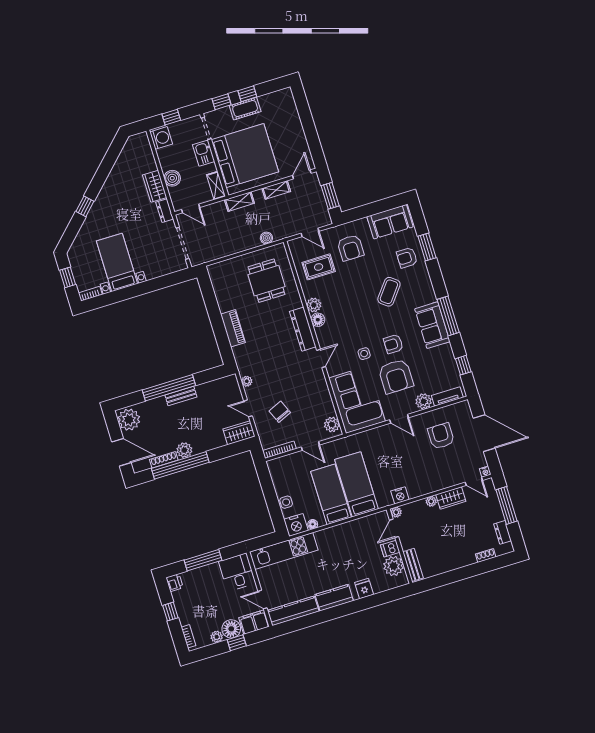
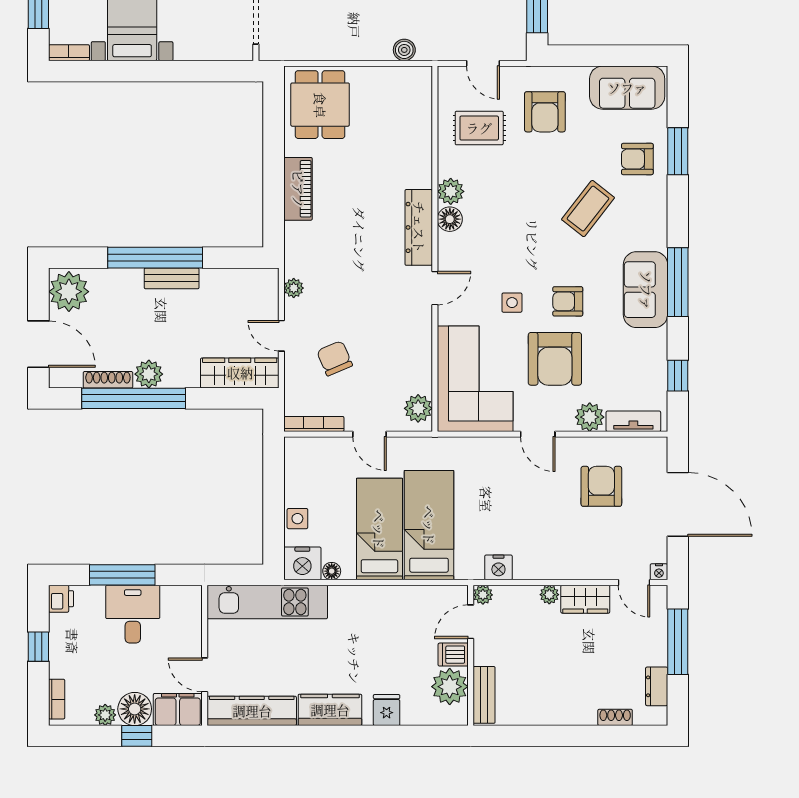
dining table: (266, 281) -> (320, 105), moved
wardrobe: (239, 433) -> (240, 373), width x1.50
desk: (237, 572) -> (133, 614), moved

